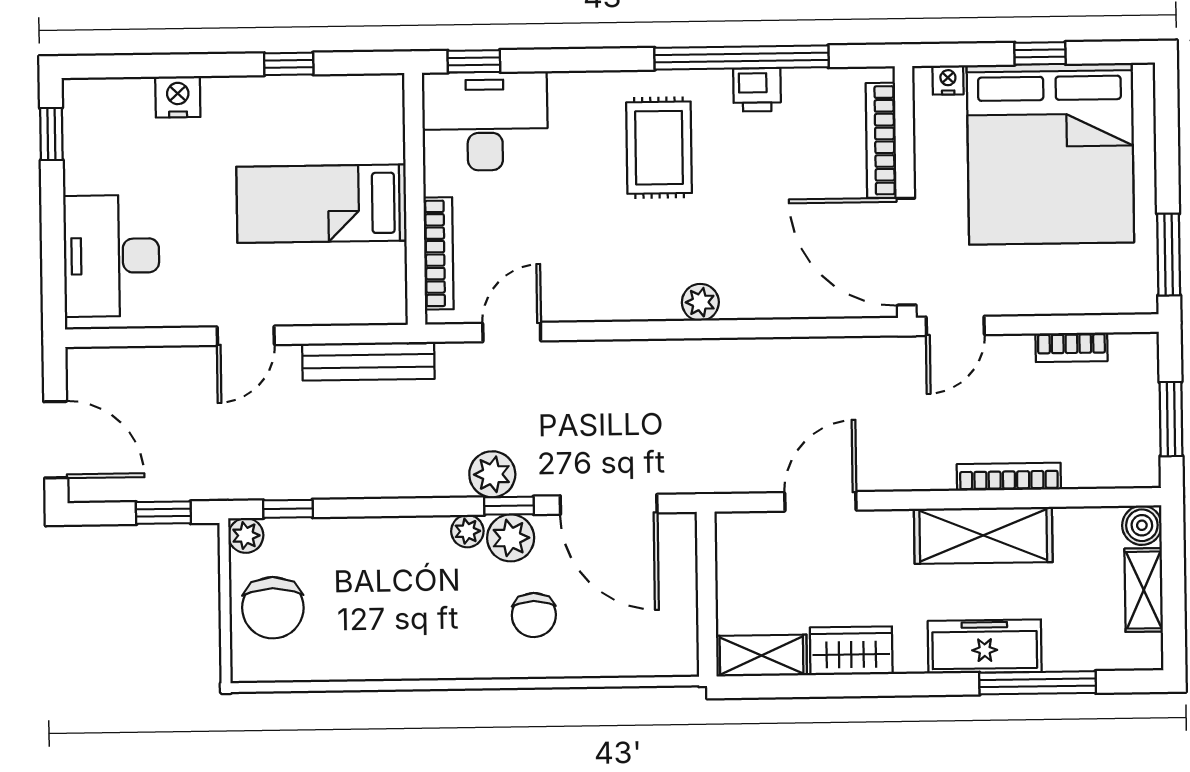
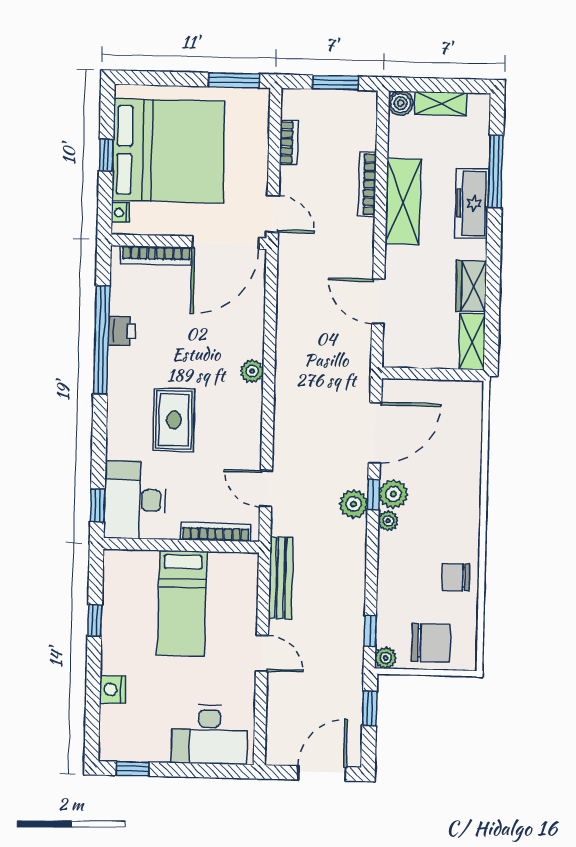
rug: (659, 148) -> (174, 420), moved, turned 90
chair: (534, 615) -> (456, 577), moved, turned 180

